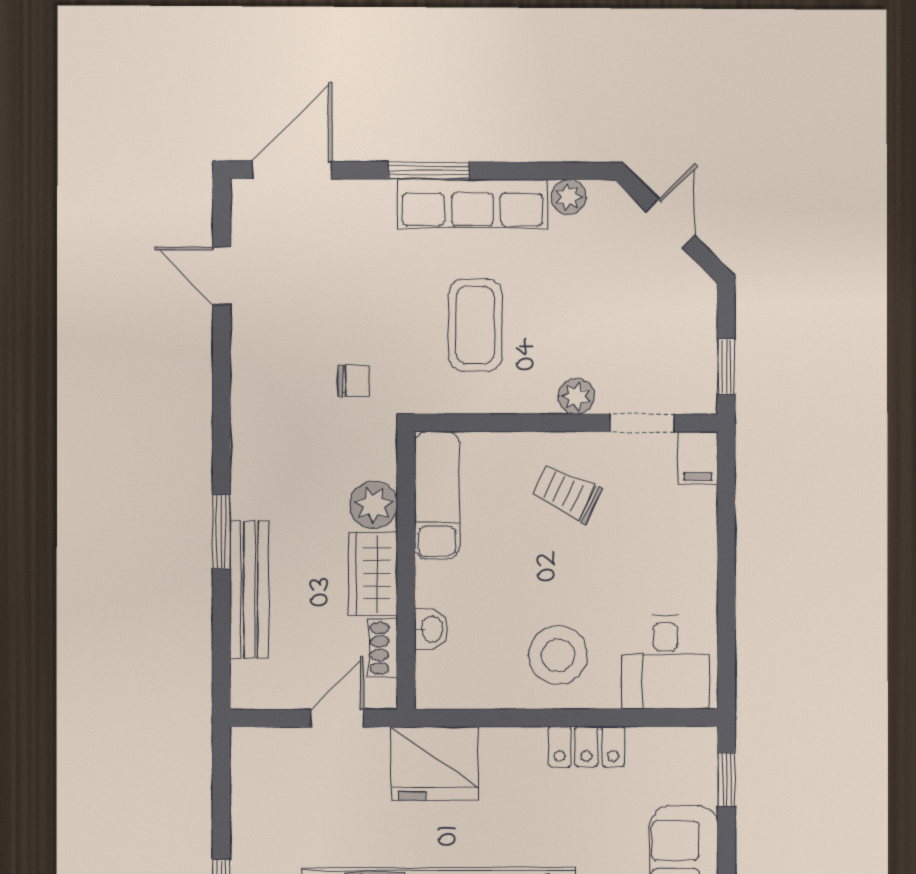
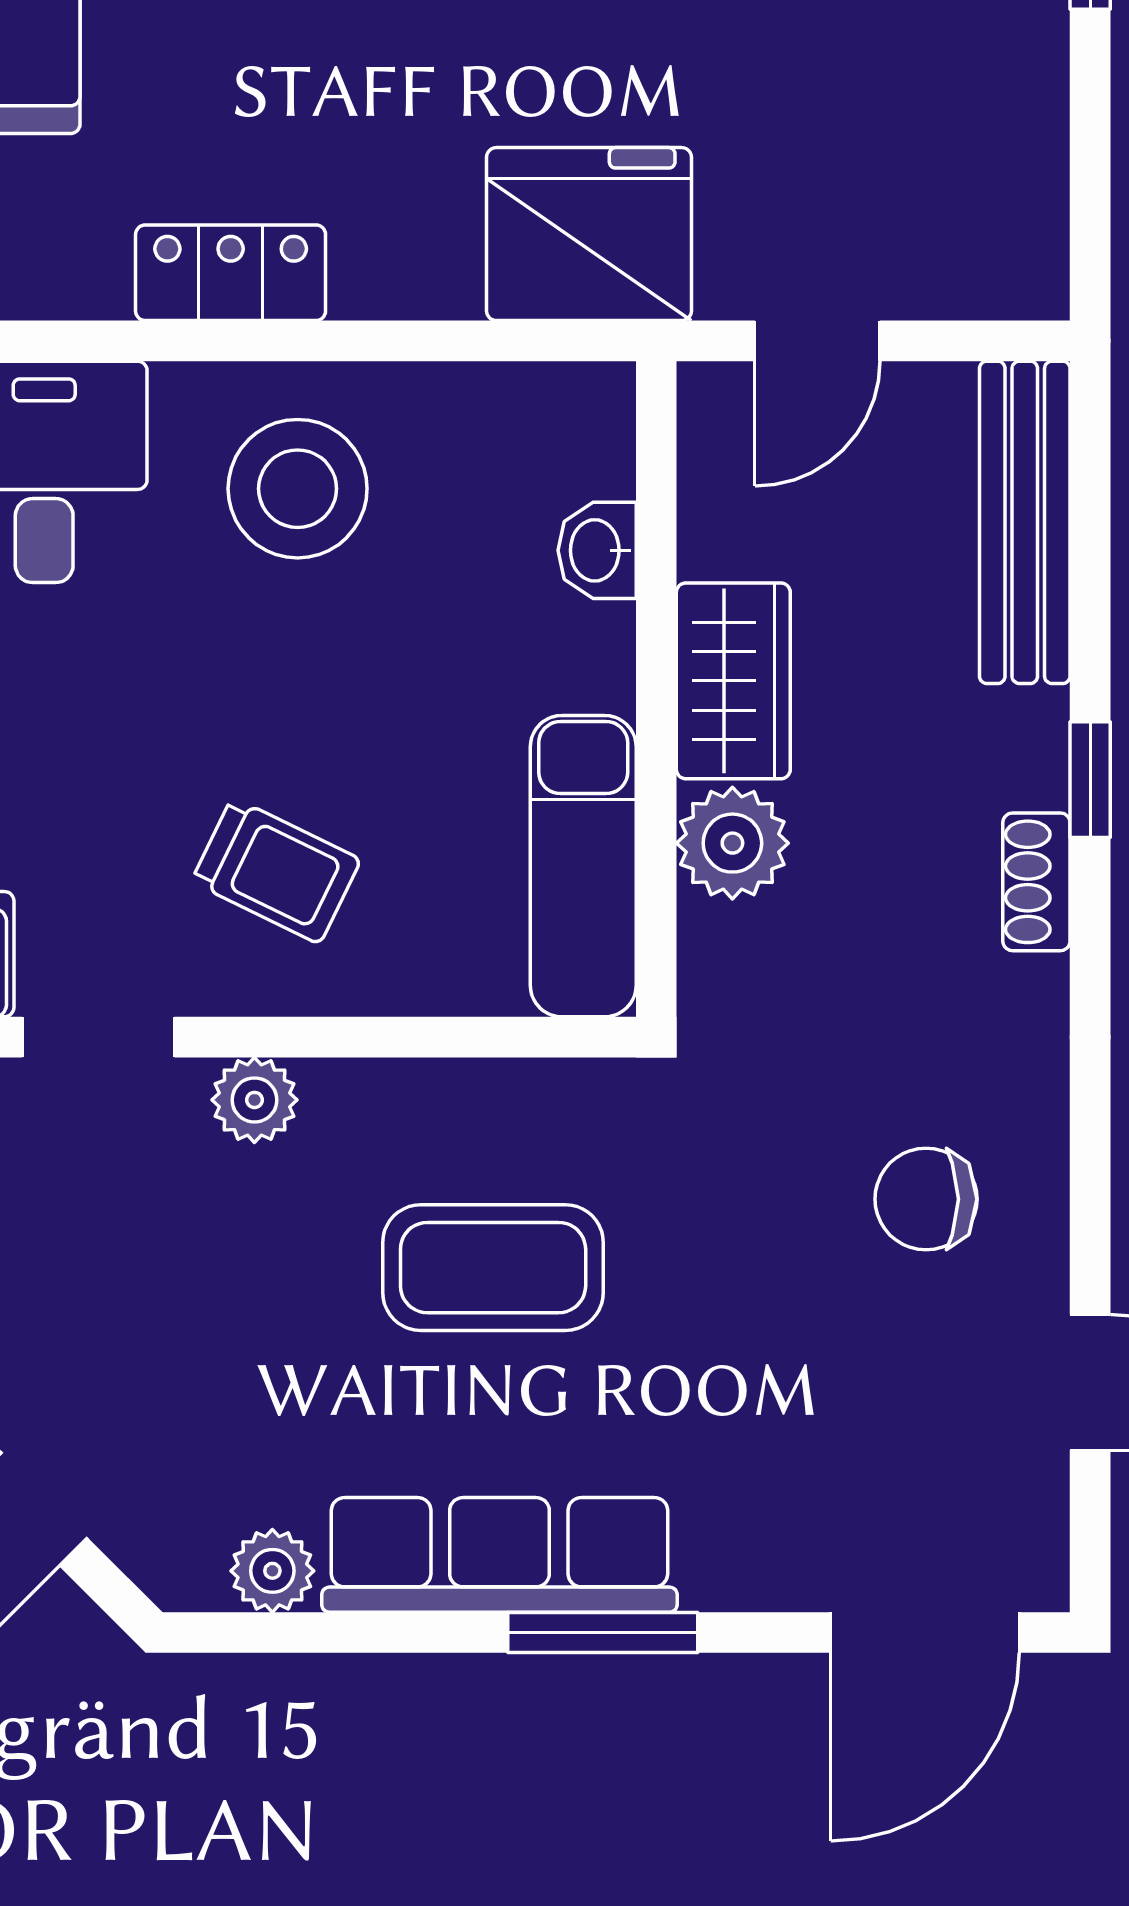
coffee table: (475, 325) -> (493, 1268), turned 90
chair: (354, 381) -> (926, 1199), moved, width x1.37, depth x1.37
window: (221, 532) -> (1090, 780), width x0.67
bench: (249, 590) -> (1025, 522), moved
shoe rack: (383, 648) -> (1036, 882), moved, turned 180

